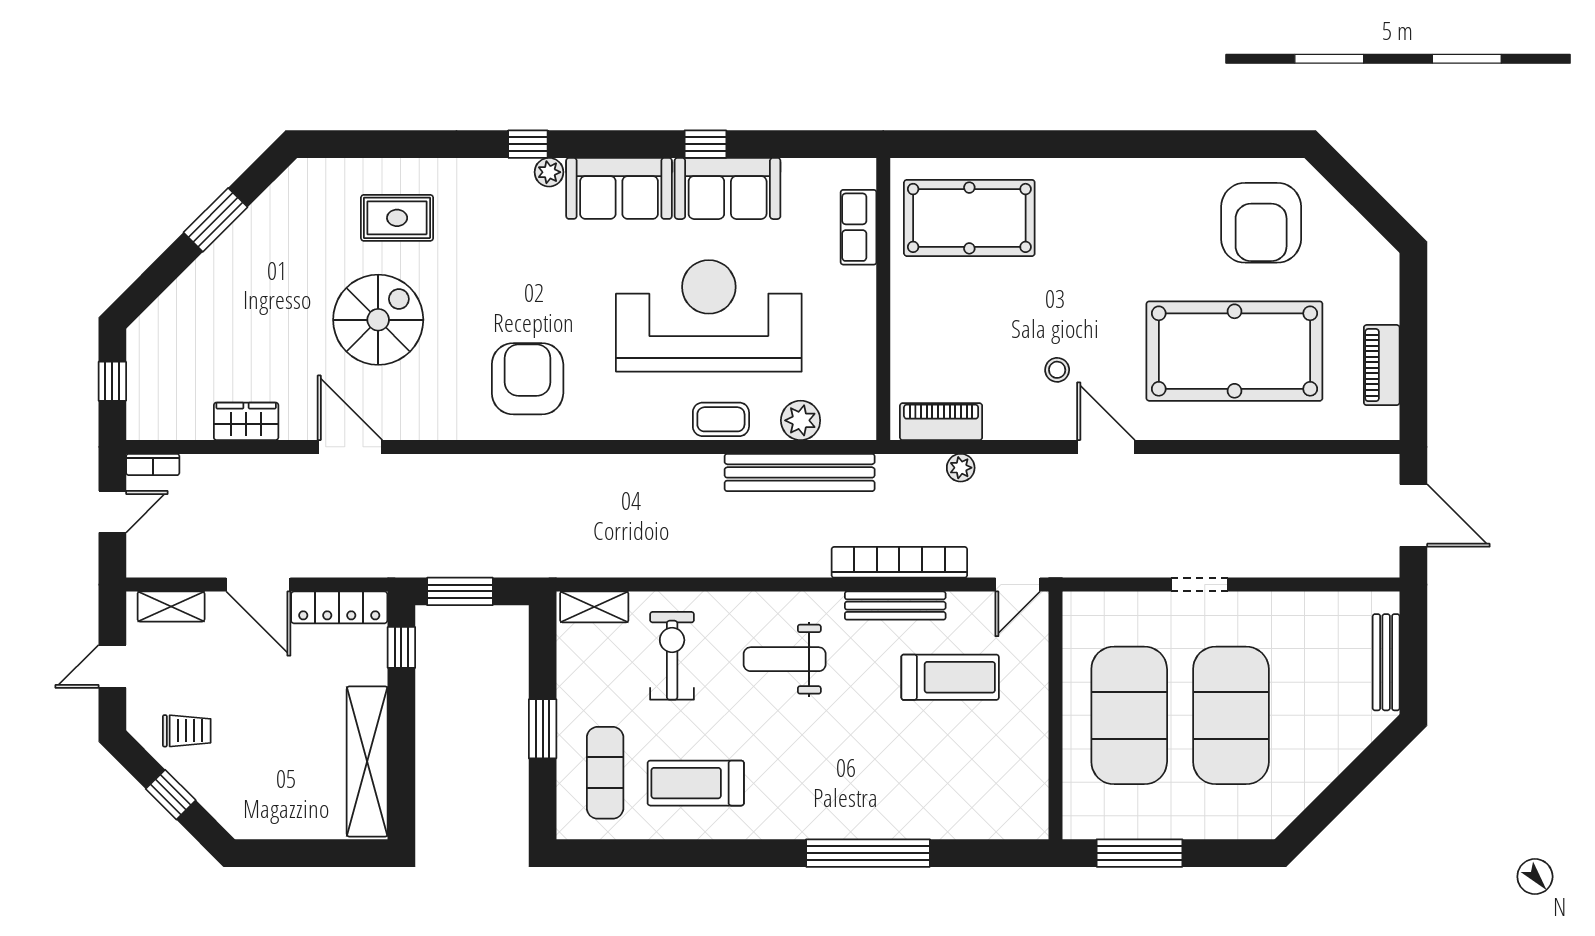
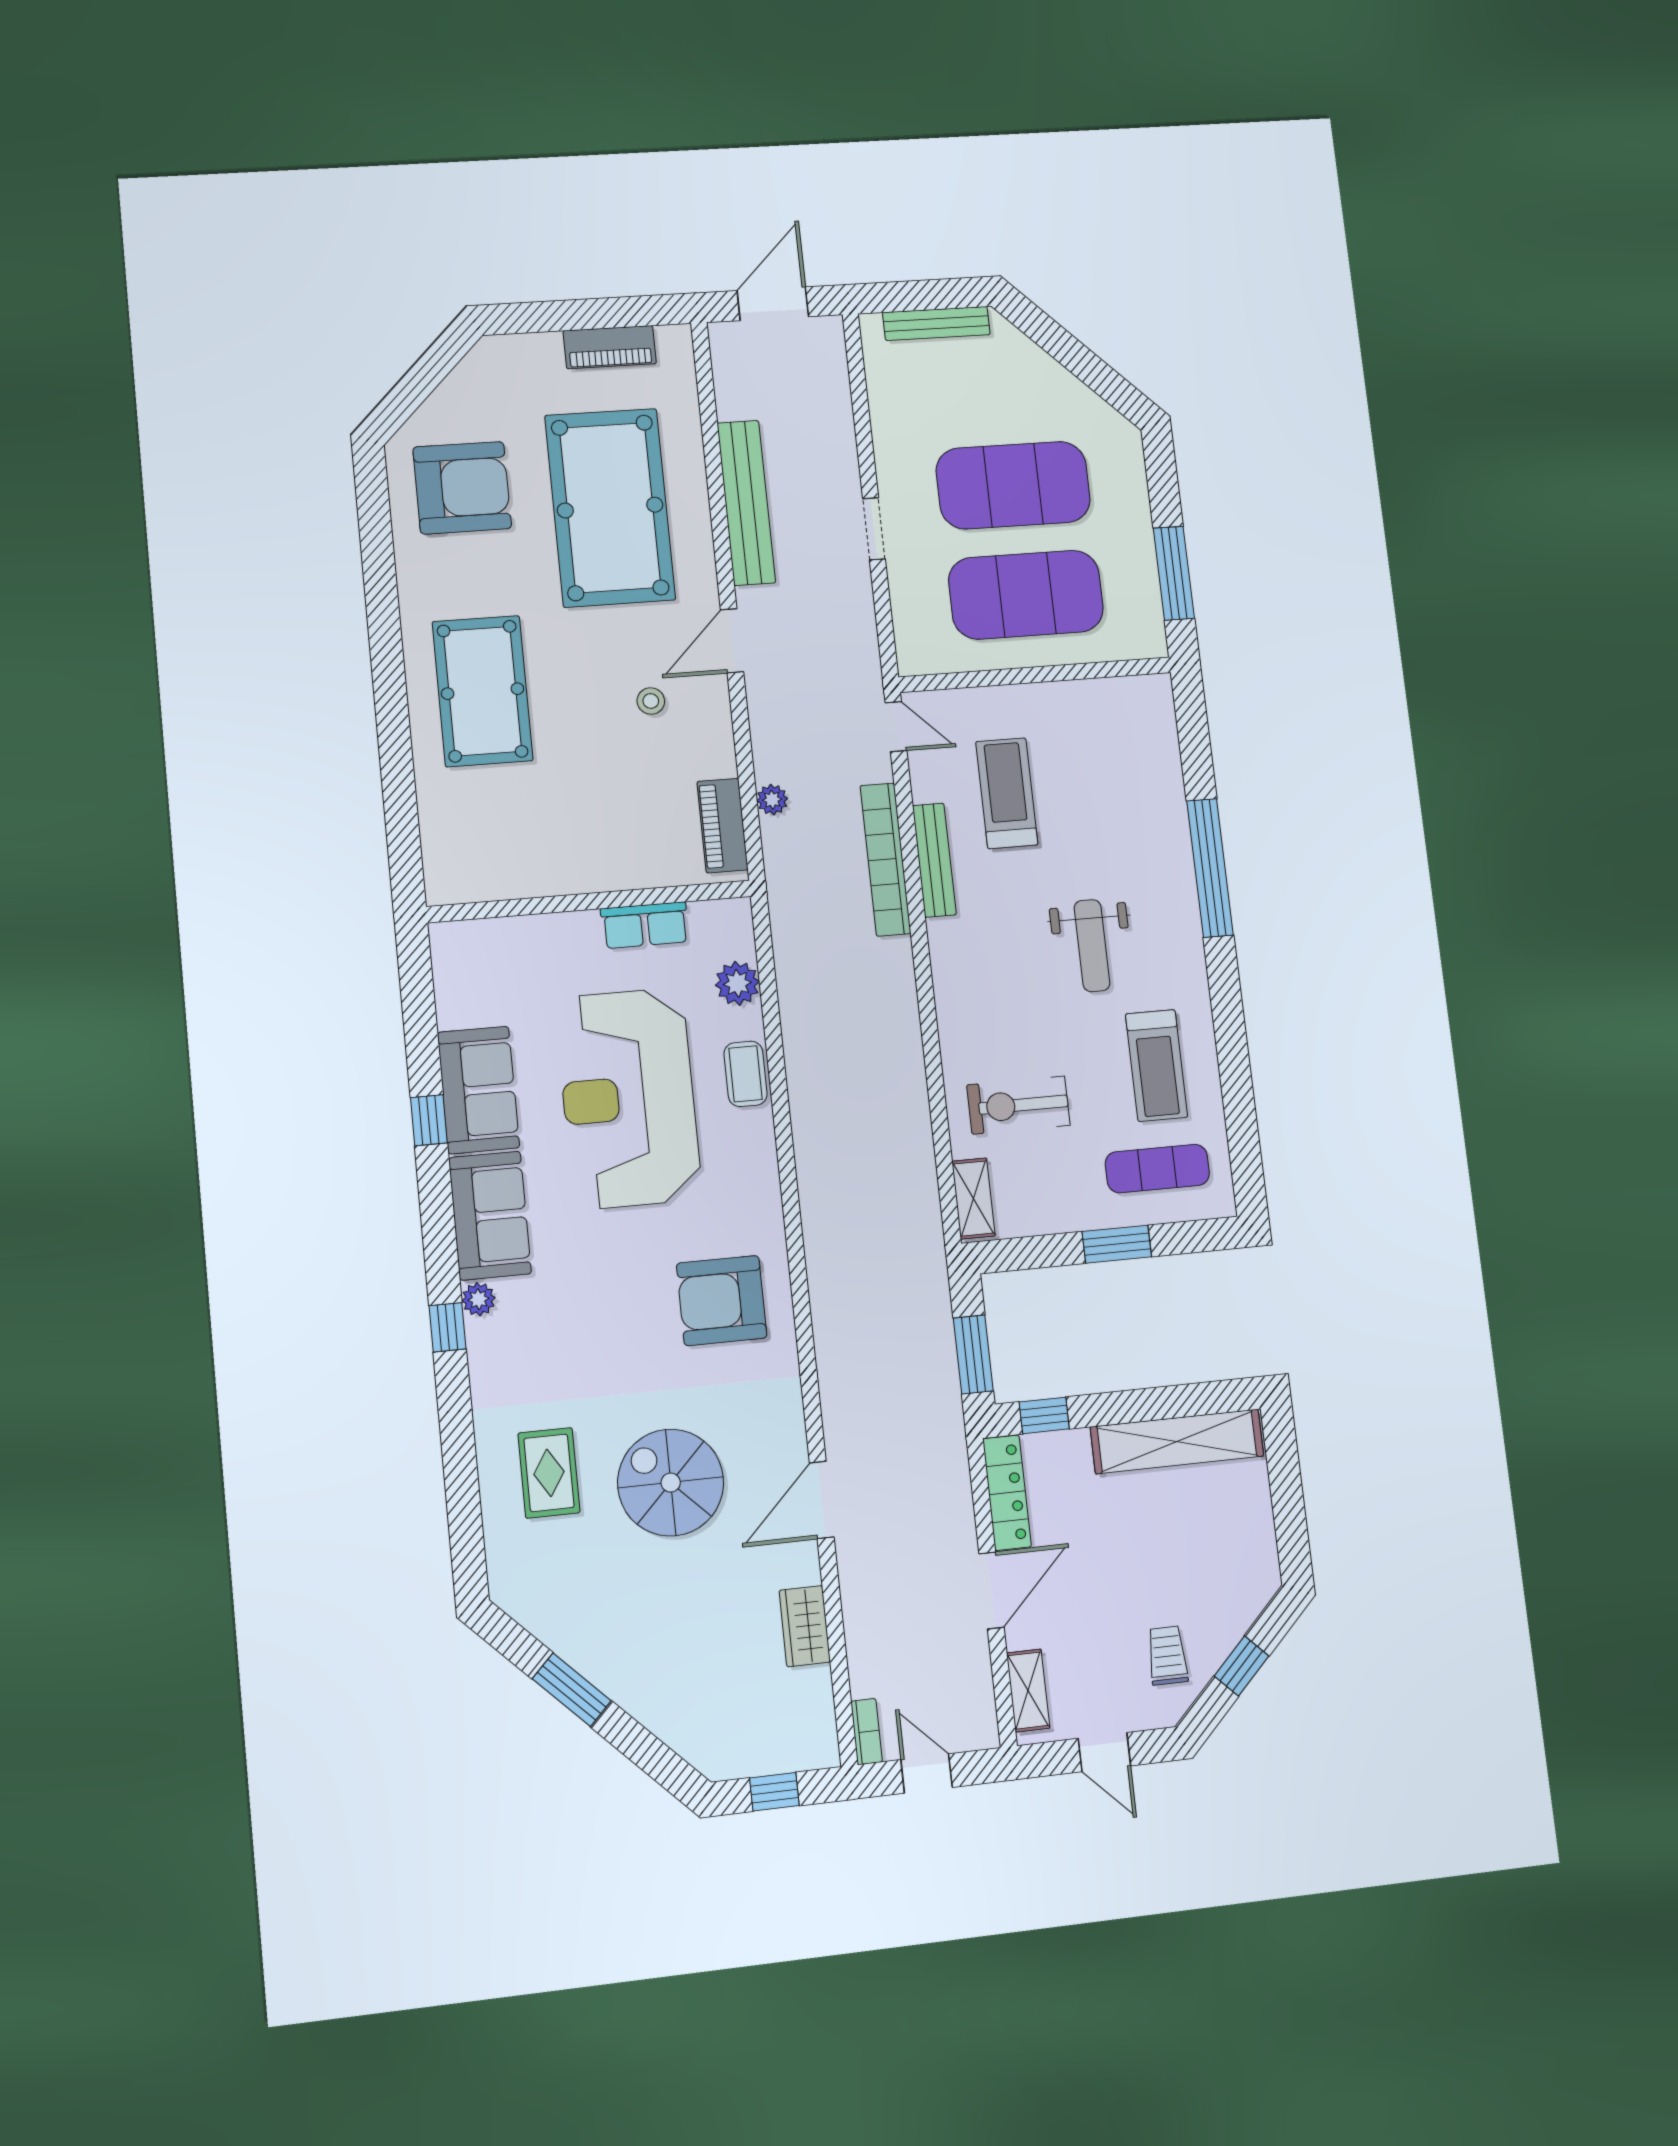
pool table: (969, 218) -> (483, 691), moved
row of seats: (859, 227) -> (645, 925), moved
bench: (800, 472) -> (746, 503), moved
weight bench: (785, 659) -> (1092, 946), moved

